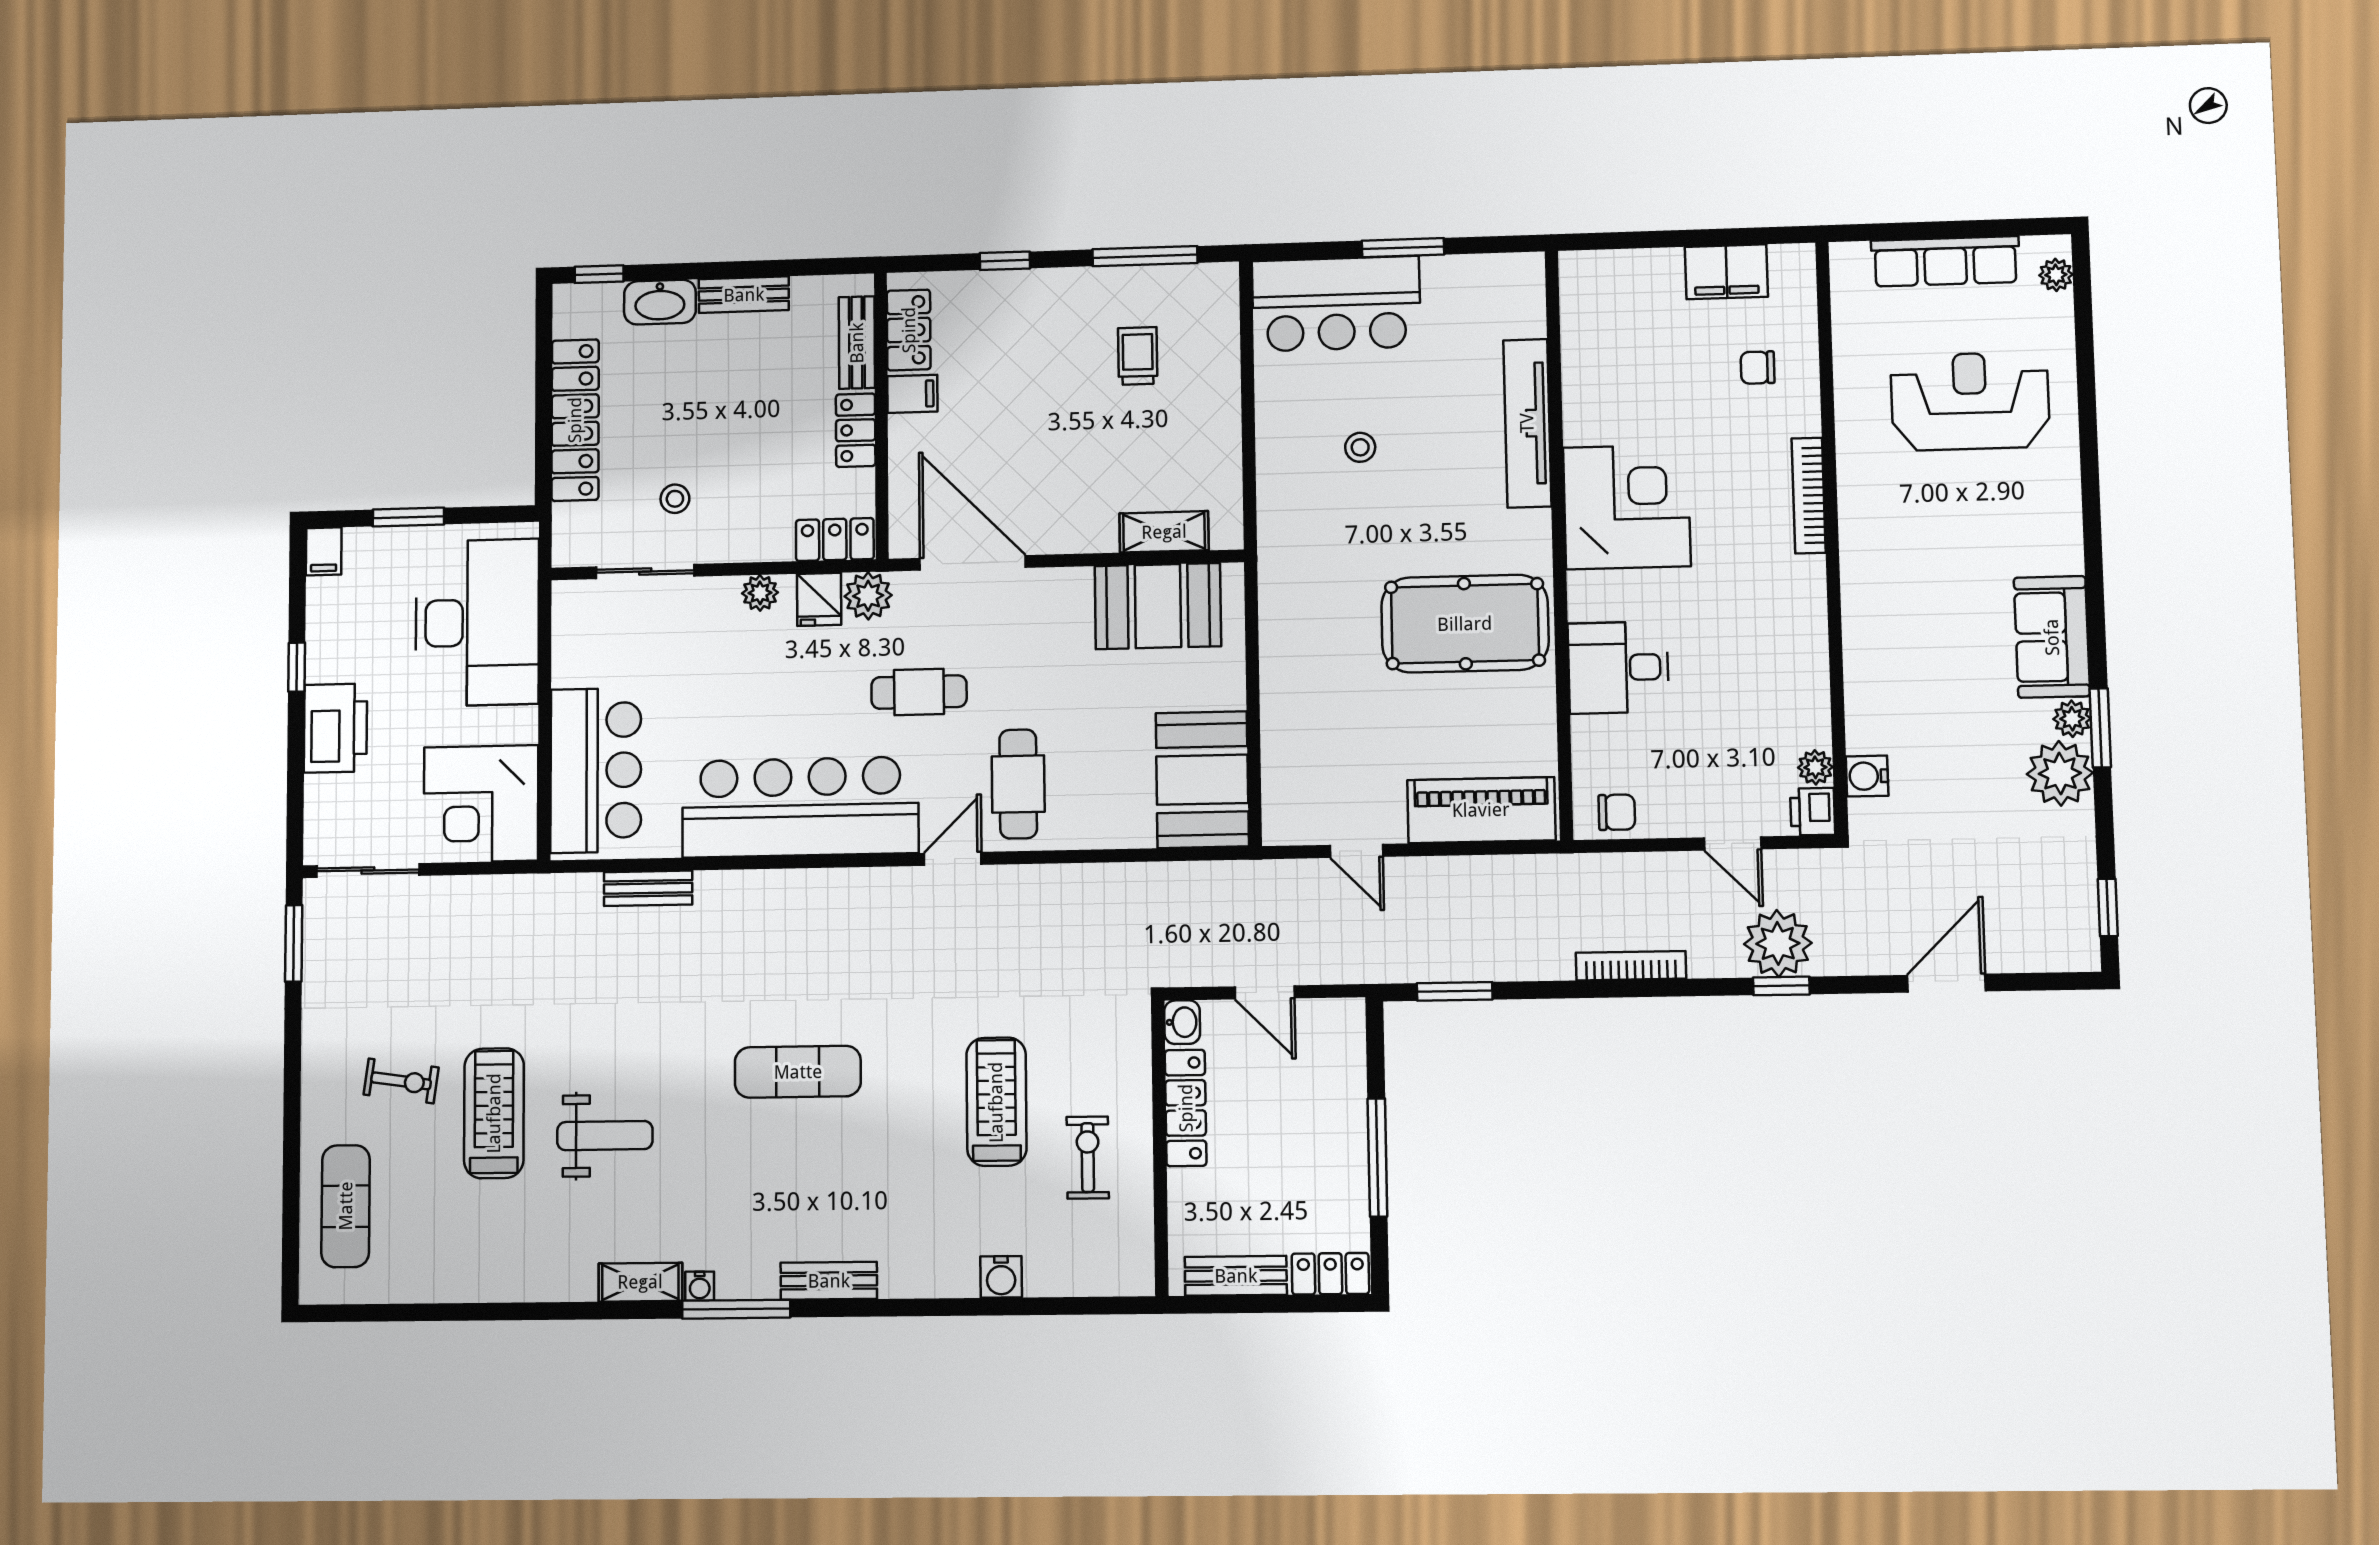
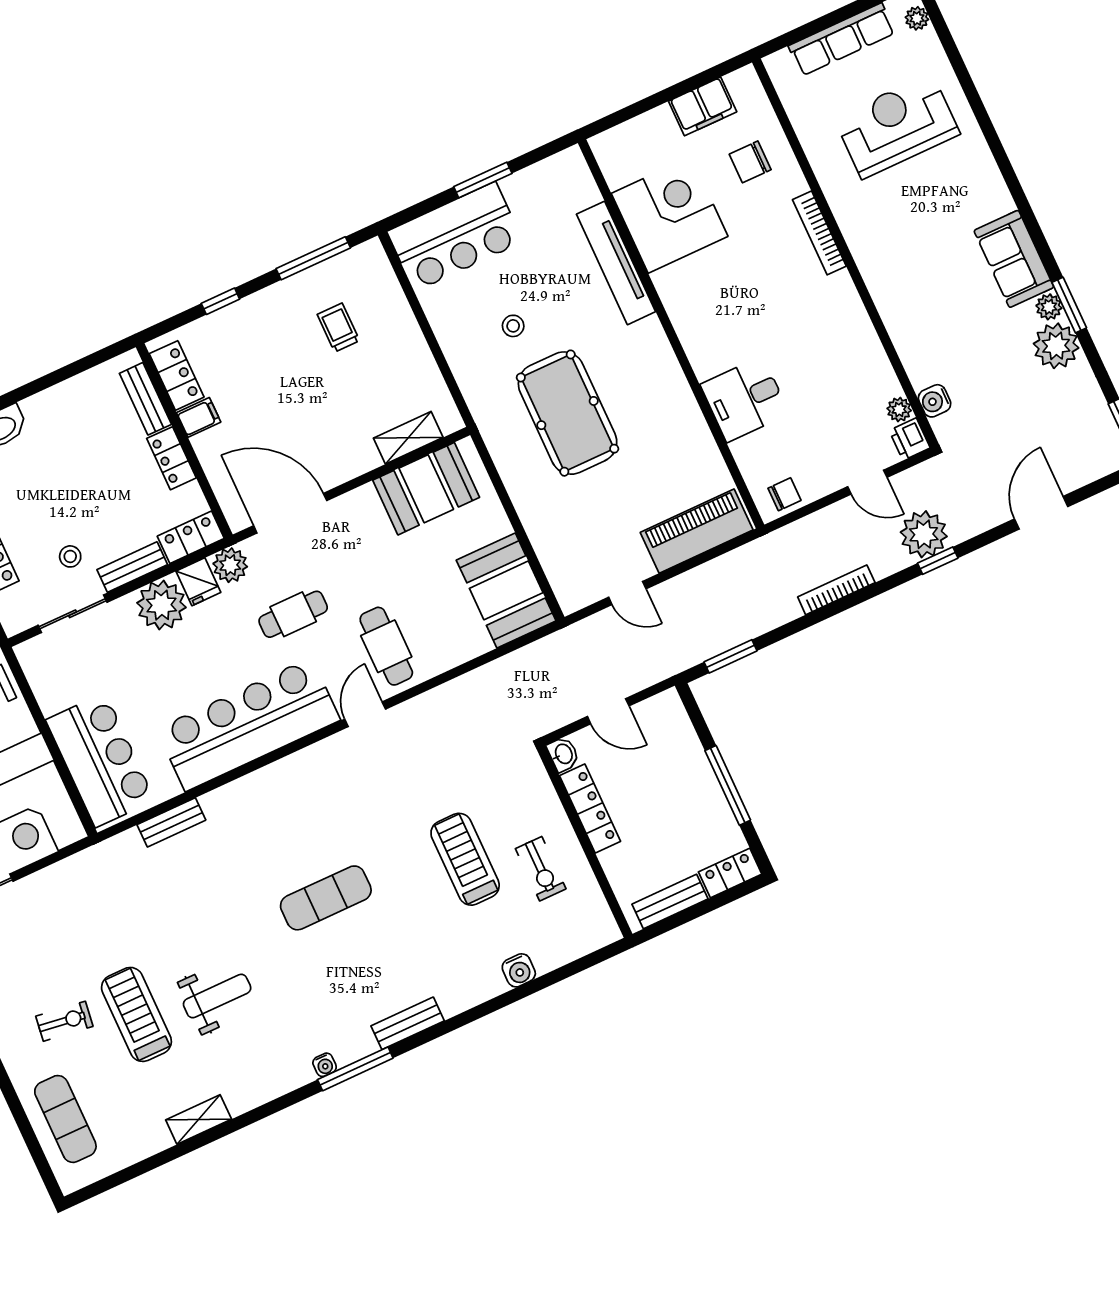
bench: (744, 295) -> (132, 567), moved
chair: (1758, 368) -> (750, 162), width x1.37, depth x1.37
corner desk: (1627, 507) -> (670, 215), moved
plant: (760, 593) -> (161, 605), width x1.87, depth x1.87
pool table: (1465, 624) -> (568, 413), moved, turned 90
exercise bike: (1088, 1158) -> (541, 869), turned 180
shelving: (640, 1282) -> (199, 1119), moved

